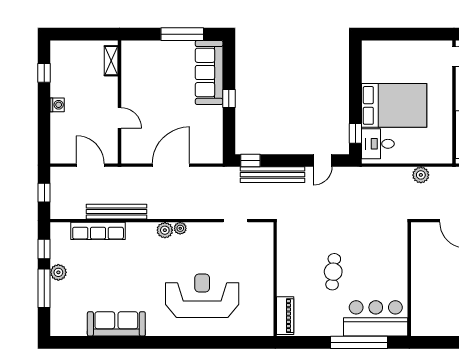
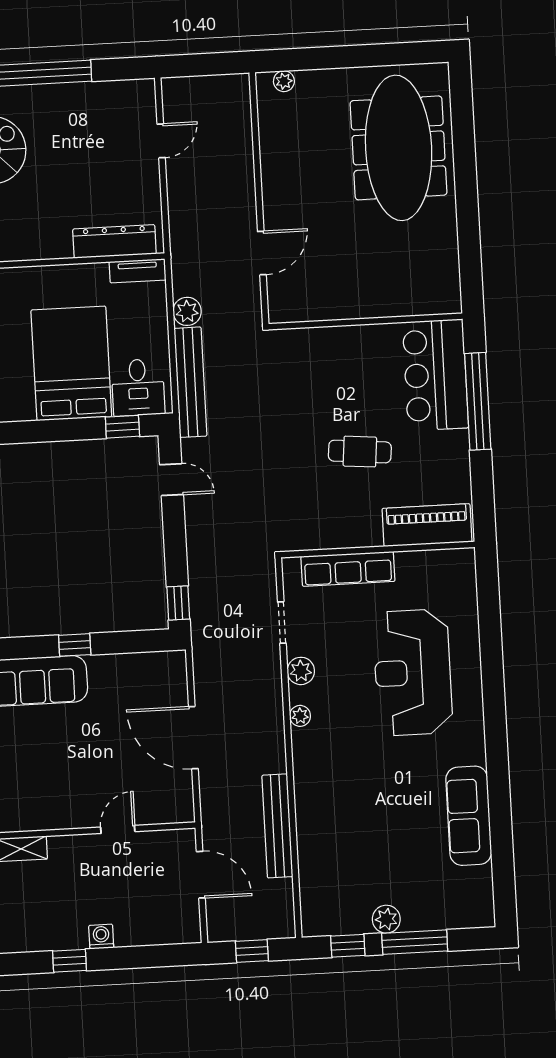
window: (44, 73) -> (69, 961), moved
tv unit: (446, 147) -> (138, 271), added
door: (90, 165) -> (201, 875), swing flipped
bench: (272, 175) -> (190, 382), moved
plant: (165, 230) -> (301, 671), moved
row of seats: (98, 231) -> (348, 569), moved, turned 90
piano: (285, 316) -> (427, 525), width x1.37, depth x1.33

